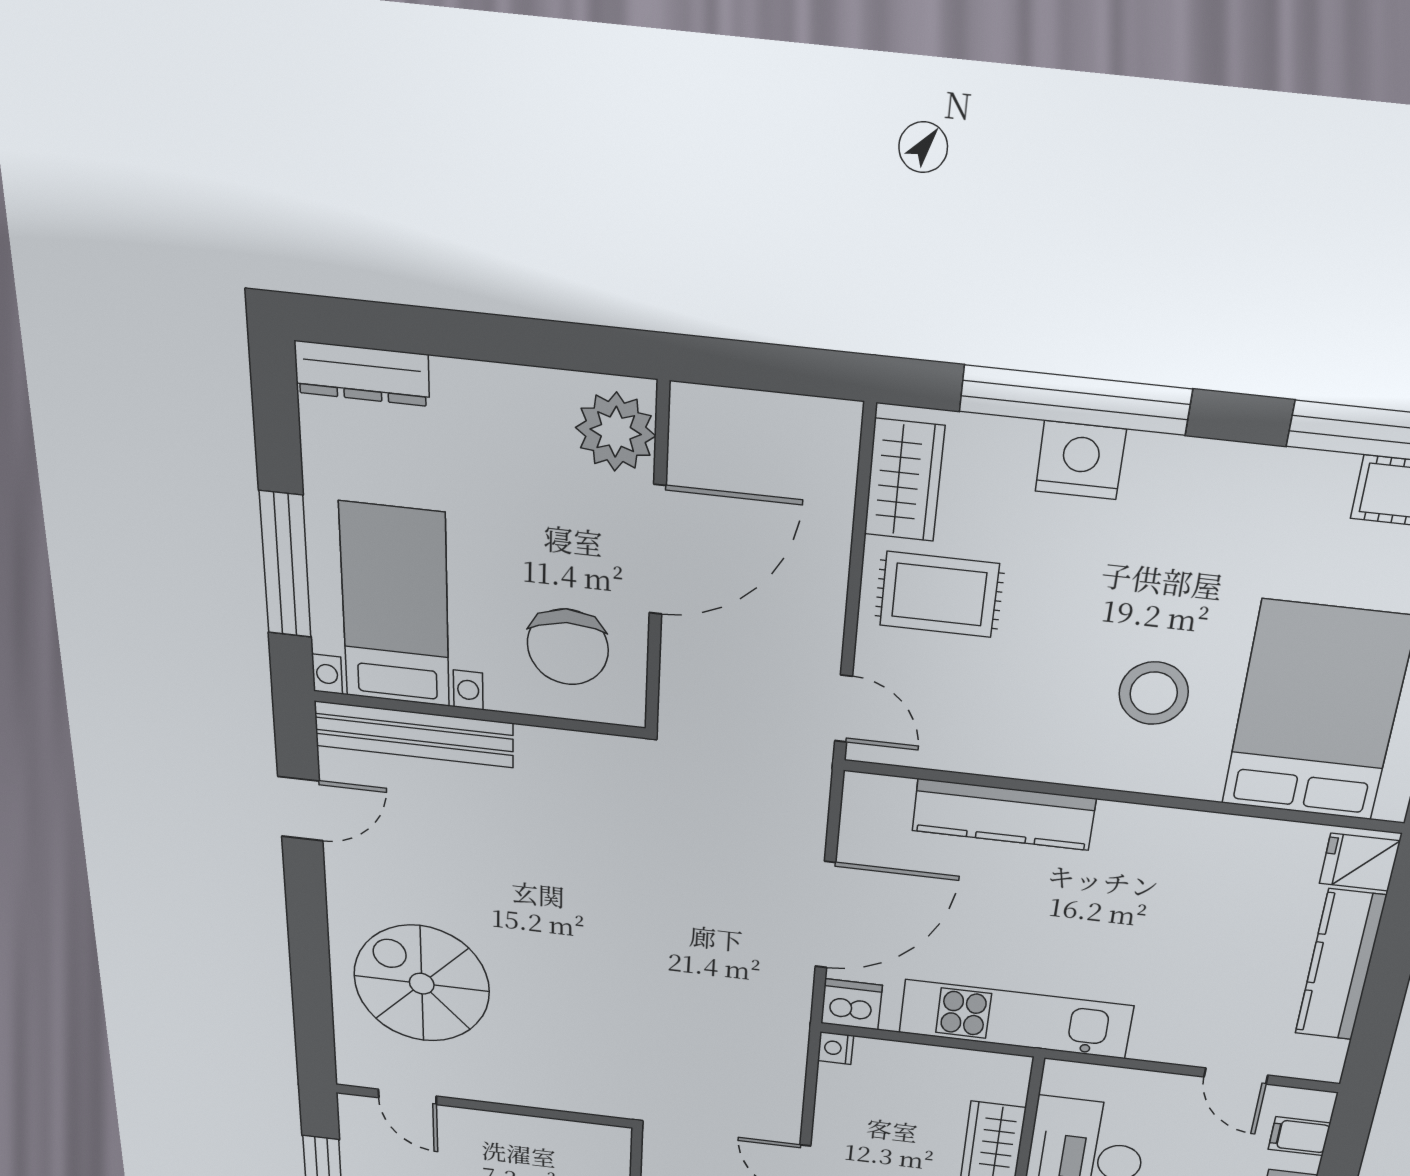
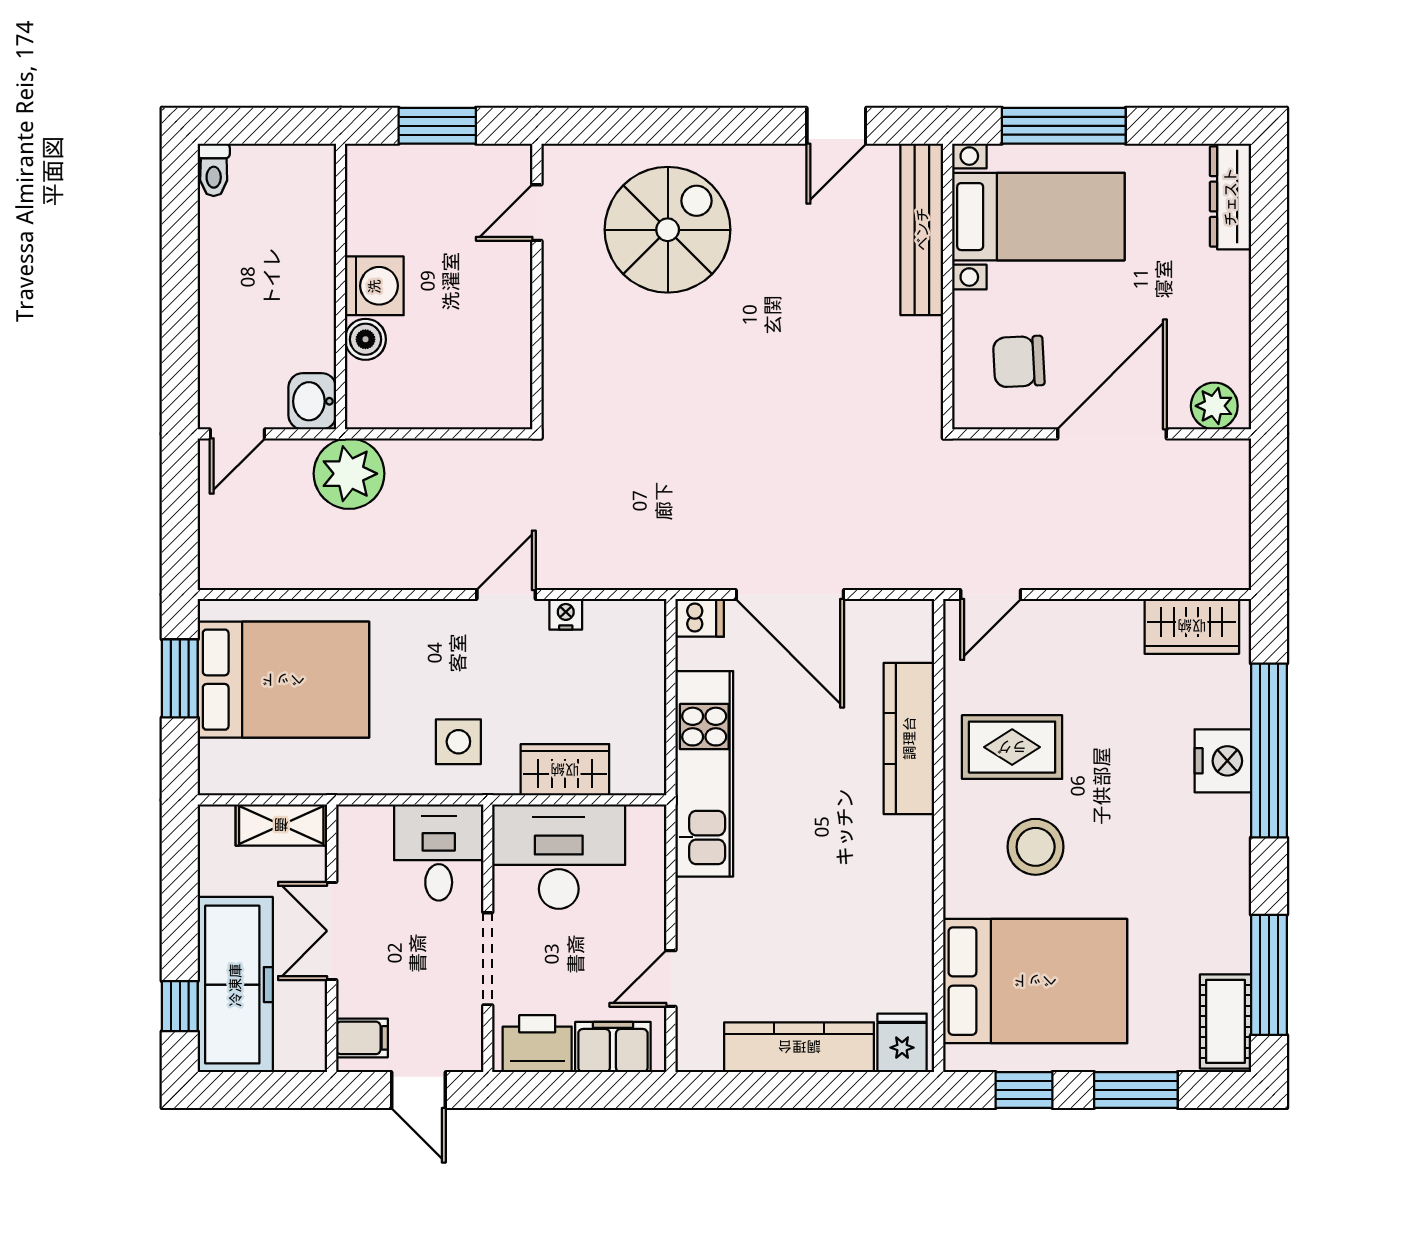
plant: (616, 432) -> (1214, 406), width x0.73, depth x0.73
door: (658, 550) -> (1112, 434), swing flipped
rug: (939, 595) -> (1012, 747), moved, turned 90
chair: (568, 647) -> (1019, 362), width x0.73, depth x0.73
door: (300, 809) -> (836, 126), hinge flipped
dishwasher: (851, 1004) -> (700, 618), width x0.73
nightstand: (836, 1048) -> (566, 614), moved
filing cabinet: (1299, 1136) -> (613, 1047), width x2.00

